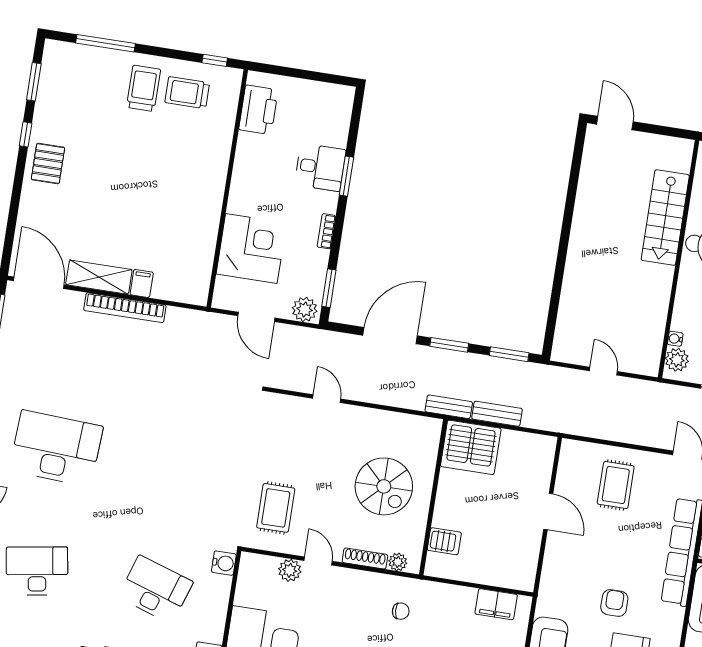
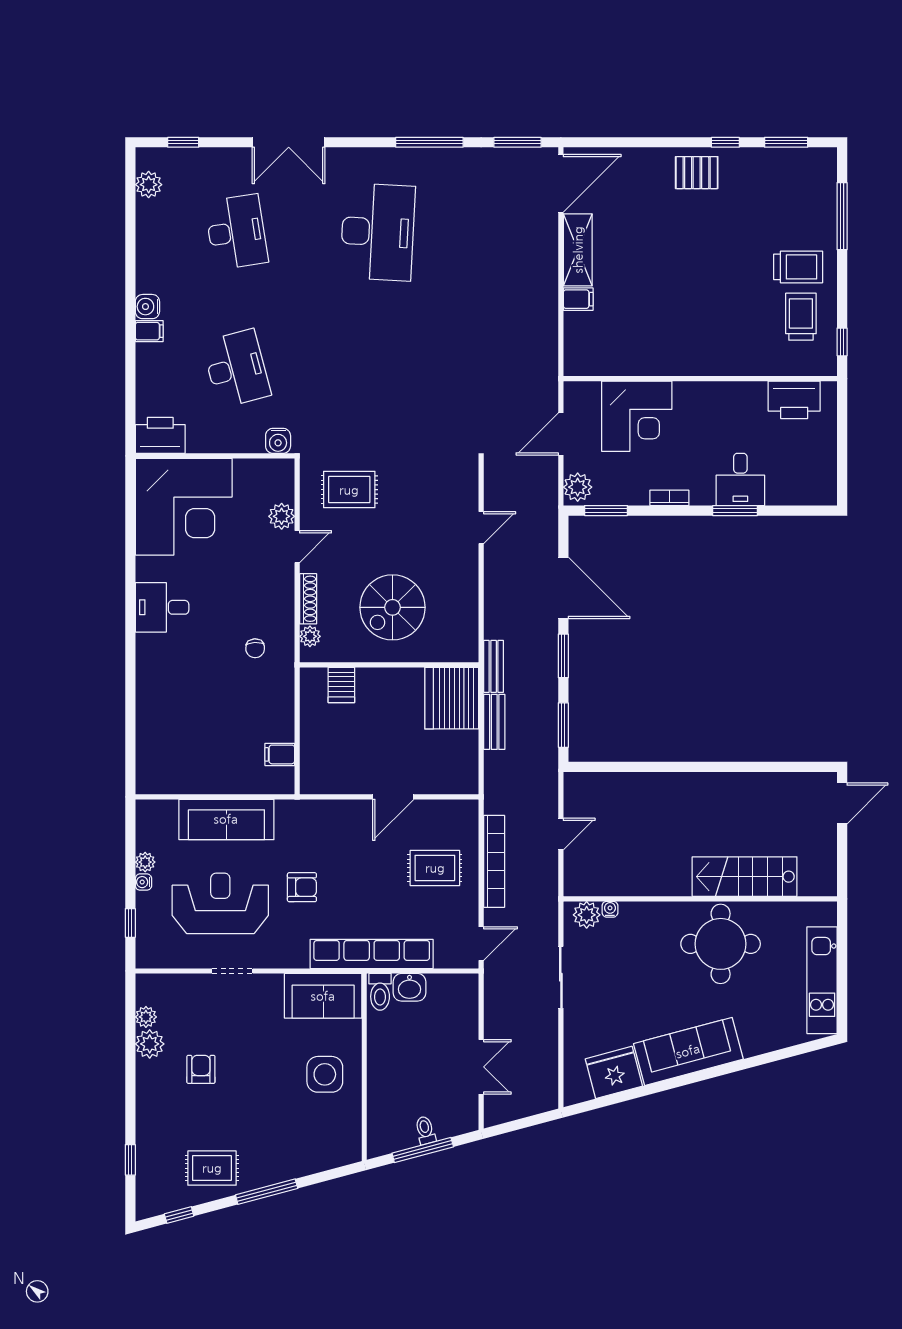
bookcase: (125, 308) -> (494, 861), moved, turned 180
desk: (156, 589) -> (236, 369), turned -33
filing cabinet: (496, 604) -> (280, 754), width x0.50

